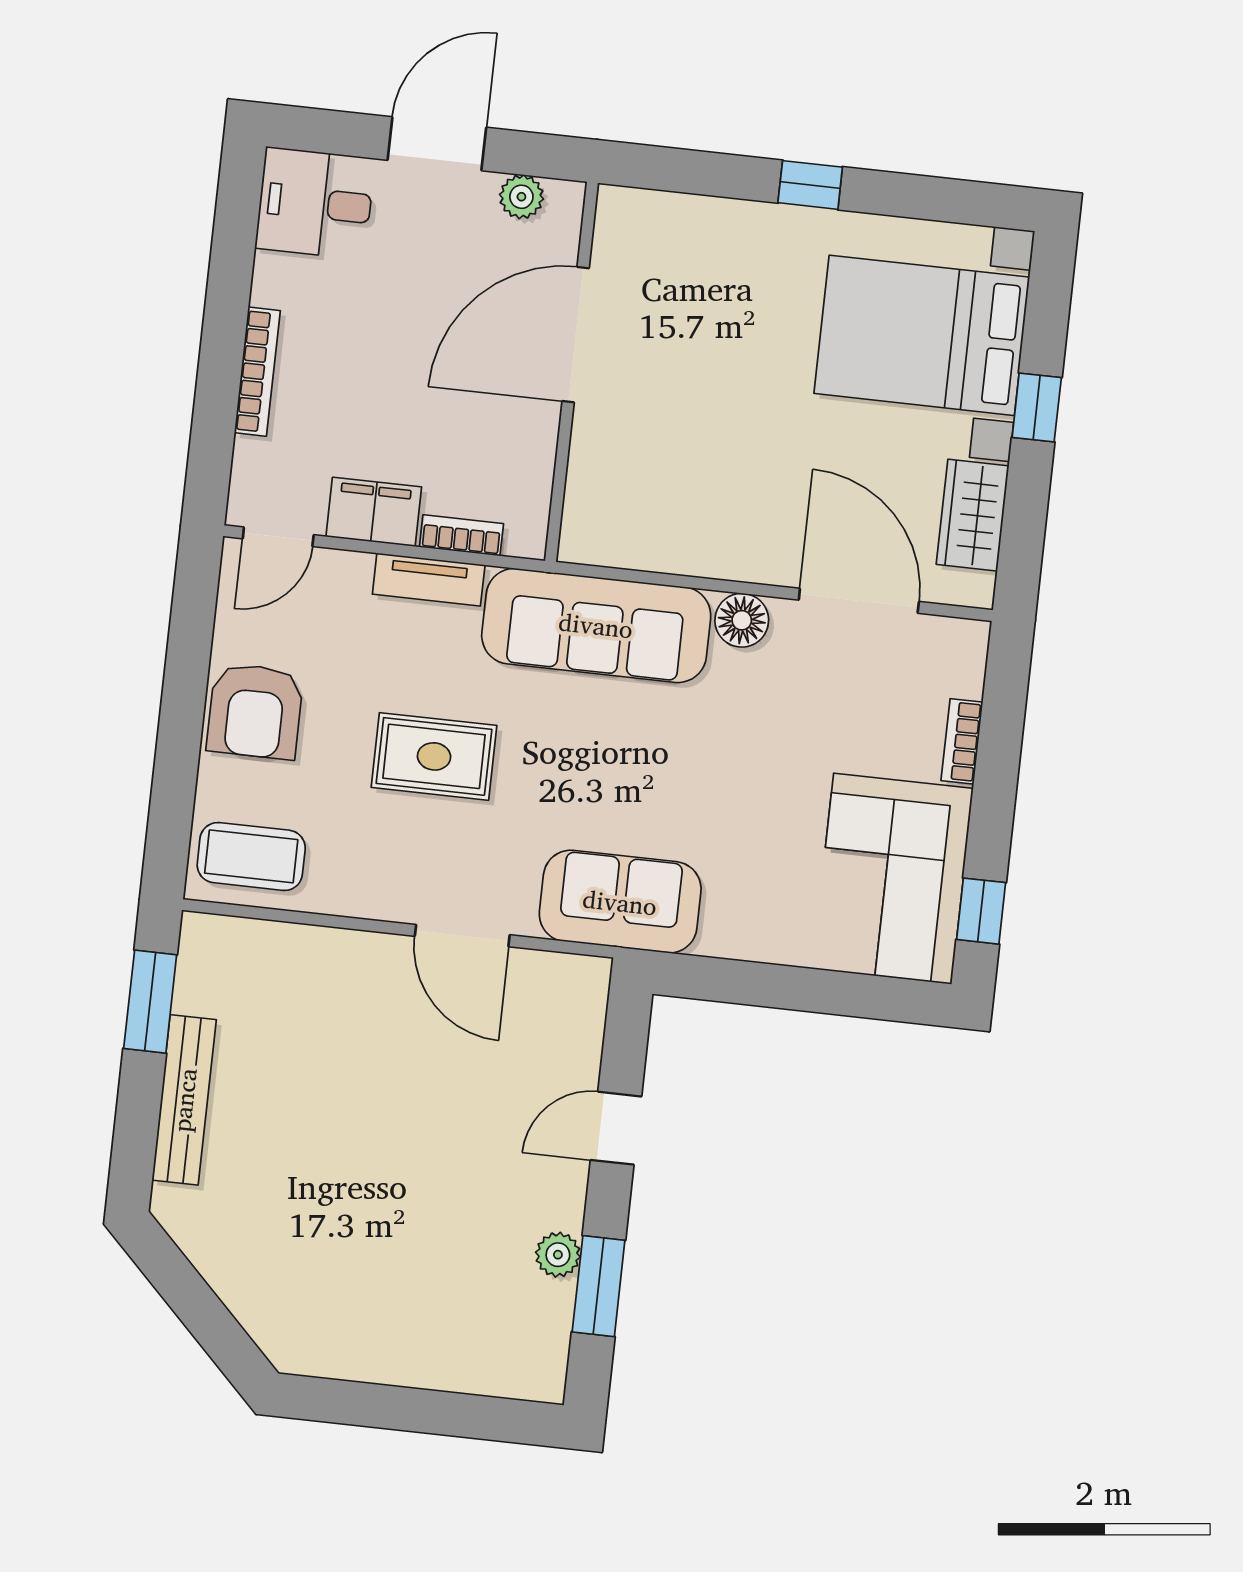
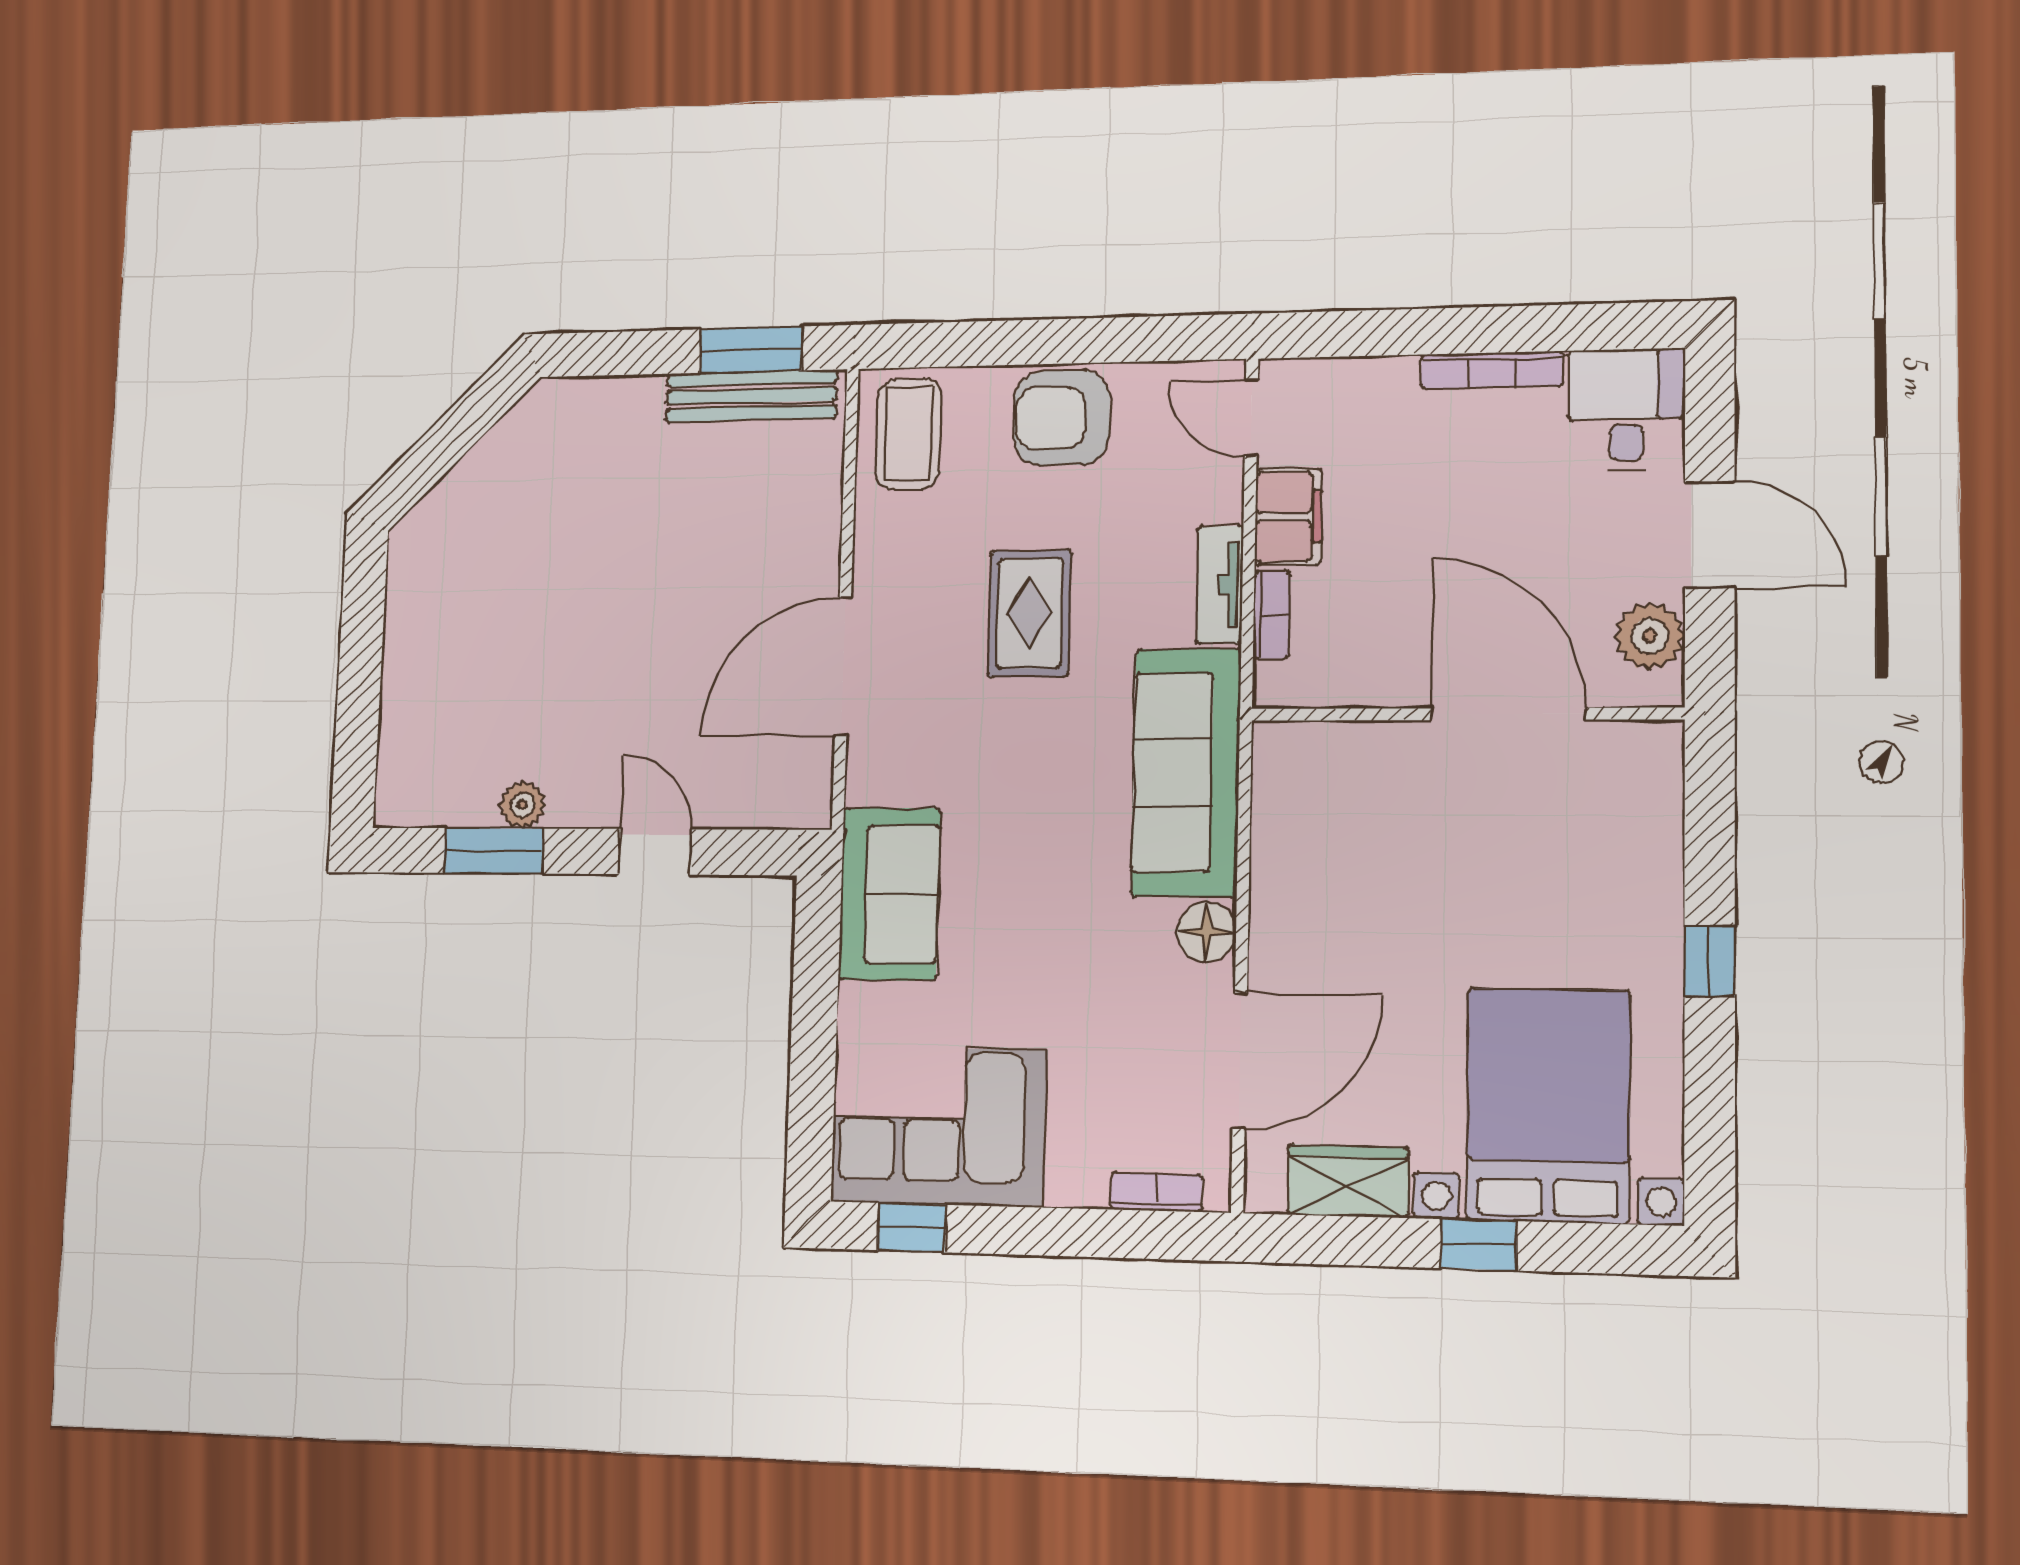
plant: (521, 197) -> (1650, 636), width x1.38, depth x1.38
bookcase: (257, 372) -> (1492, 370), moved
bookcase: (962, 741) -> (1156, 1192), moved
sofa: (620, 902) -> (889, 894), moved
door: (462, 936) -> (843, 666), width x1.36
bench: (184, 1100) -> (751, 396), moved

